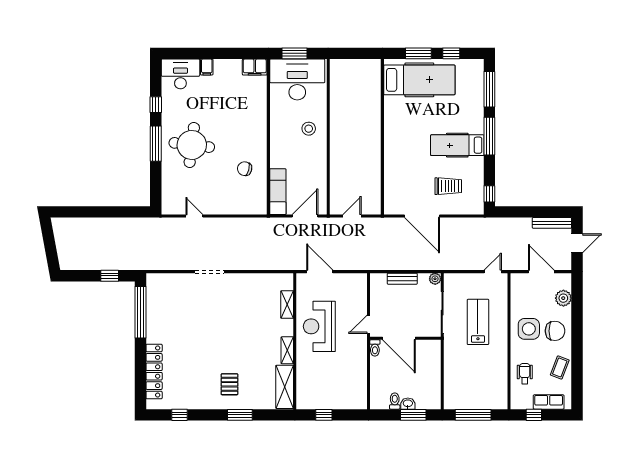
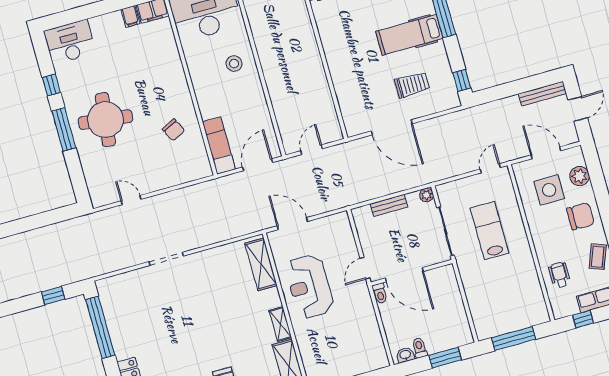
filing cabinet: (207, 67) -> (130, 16), moved
chair: (245, 169) -> (174, 130), turned -131
shelving: (287, 304) -> (261, 264), width x1.50, depth x1.33
side table: (529, 329) -> (549, 190), moved
washbasin: (408, 404) -> (405, 355), moved

